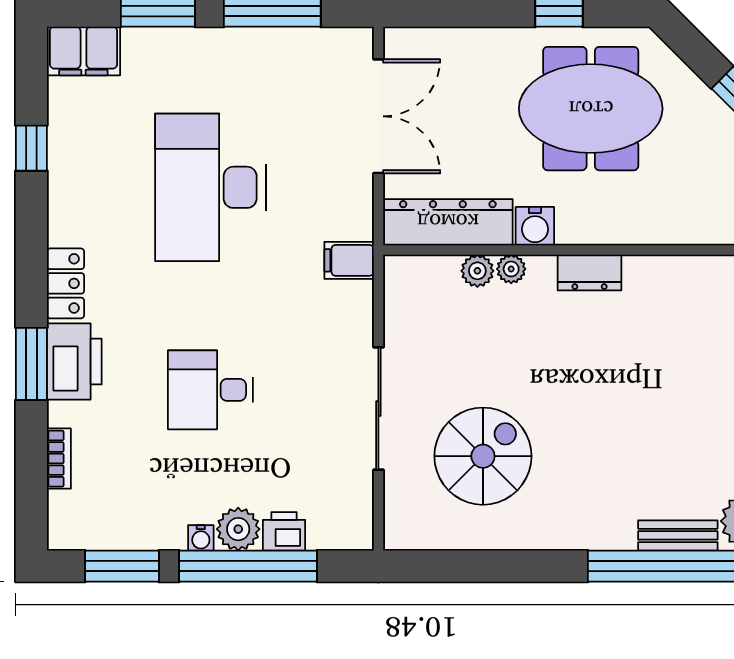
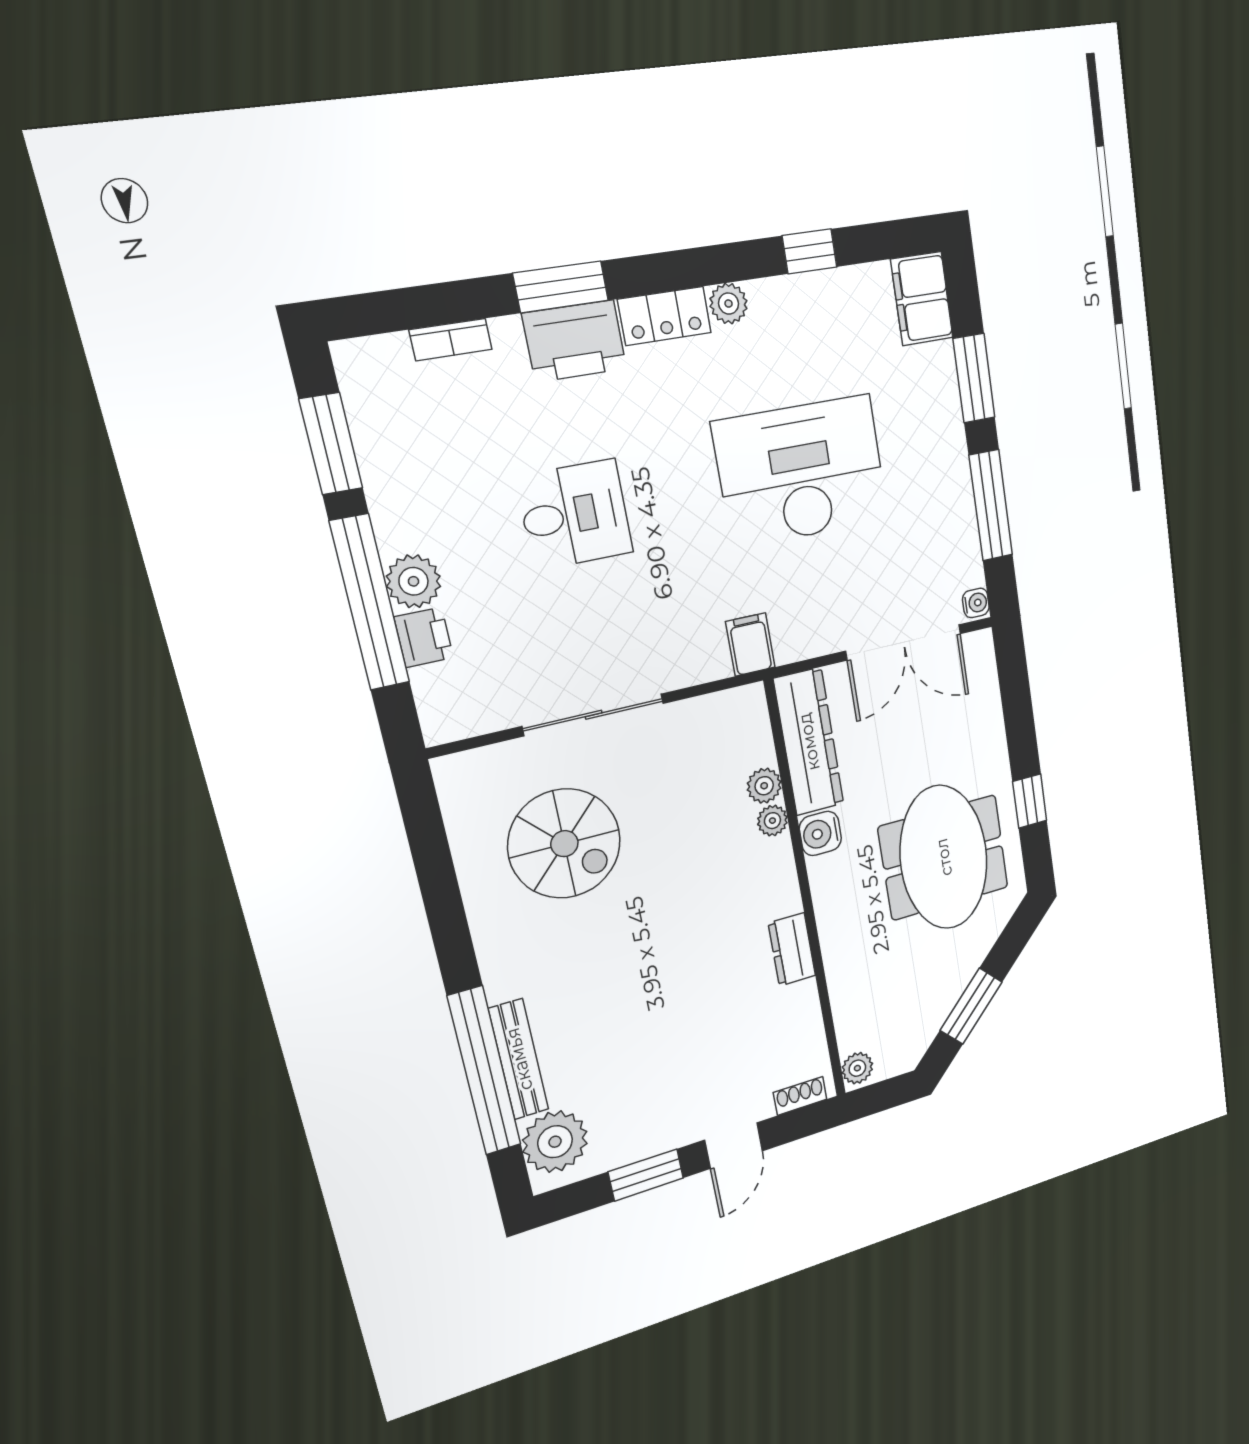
plant: (63, 227) -> (729, 304), added
dresser: (590, 273) -> (792, 949), moved
desk: (210, 390) -> (575, 515), turned 90
bench: (678, 535) -> (519, 1059), width x1.36
water cooler: (201, 538) -> (976, 603), moved, turned 180

